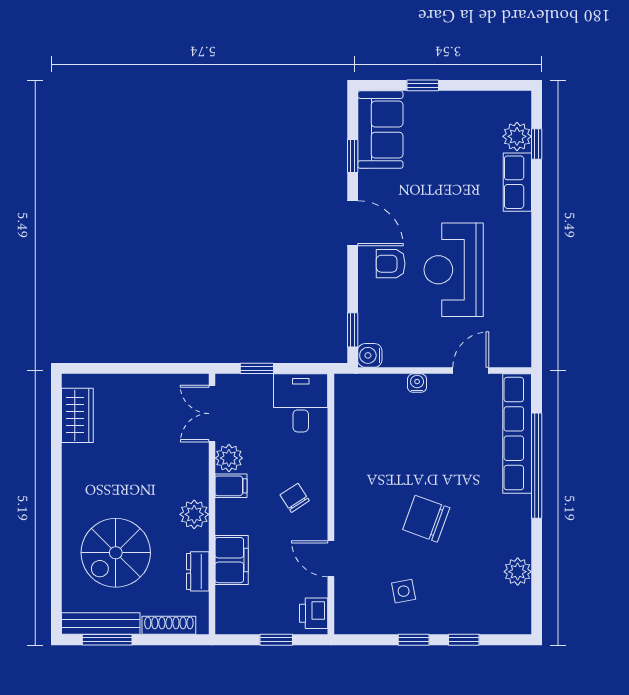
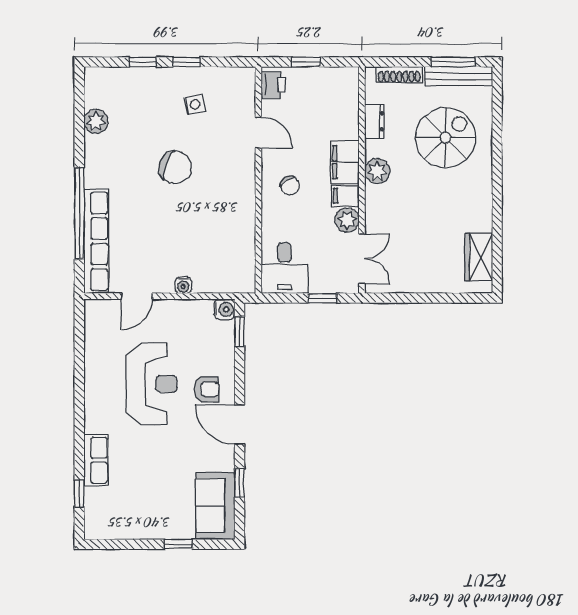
plant: (517, 136) -> (96, 500), removed
filing cabinet: (232, 560) -> (345, 162), moved

